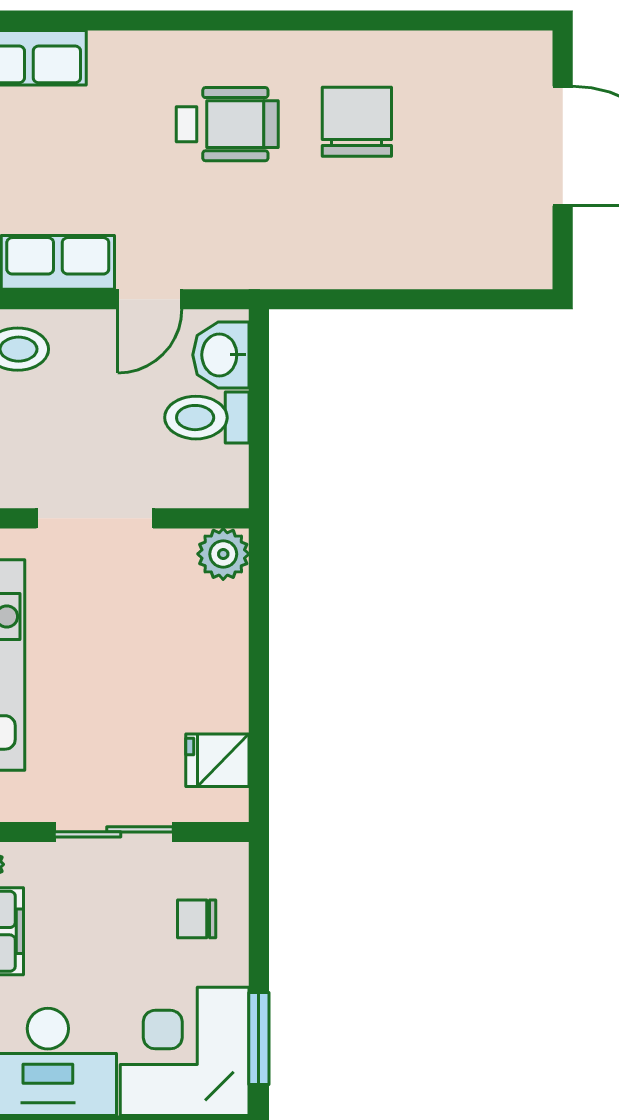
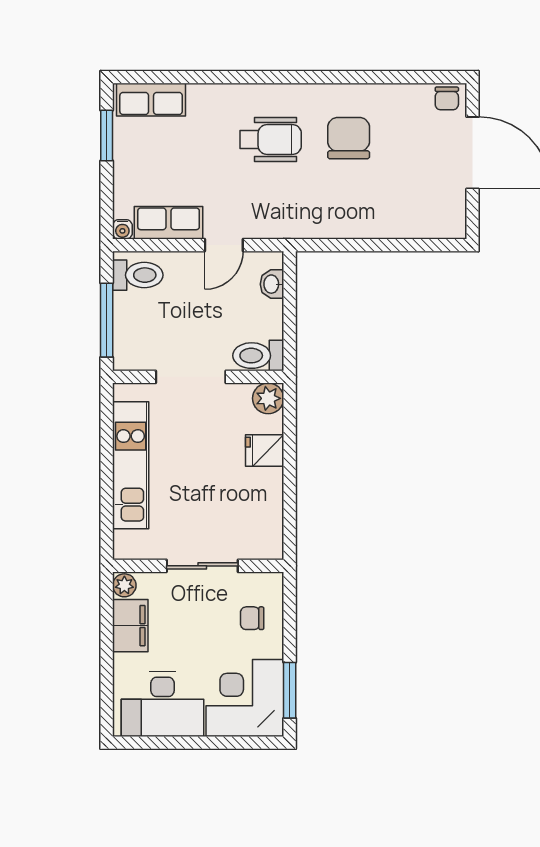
chair: (520, 56) -> (447, 98), added
washbasin: (221, 355) -> (272, 284), width x0.72, depth x0.69
toilet: (207, 418) -> (258, 356), moved
fridge: (217, 760) -> (265, 450), moved

